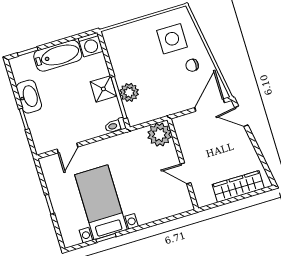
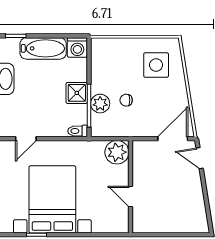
chair: (192, 65) -> (126, 100), moved
wardrobe: (238, 186) -> (177, 224), removed
bed with nightstands: (101, 202) -> (52, 199), width x1.36

